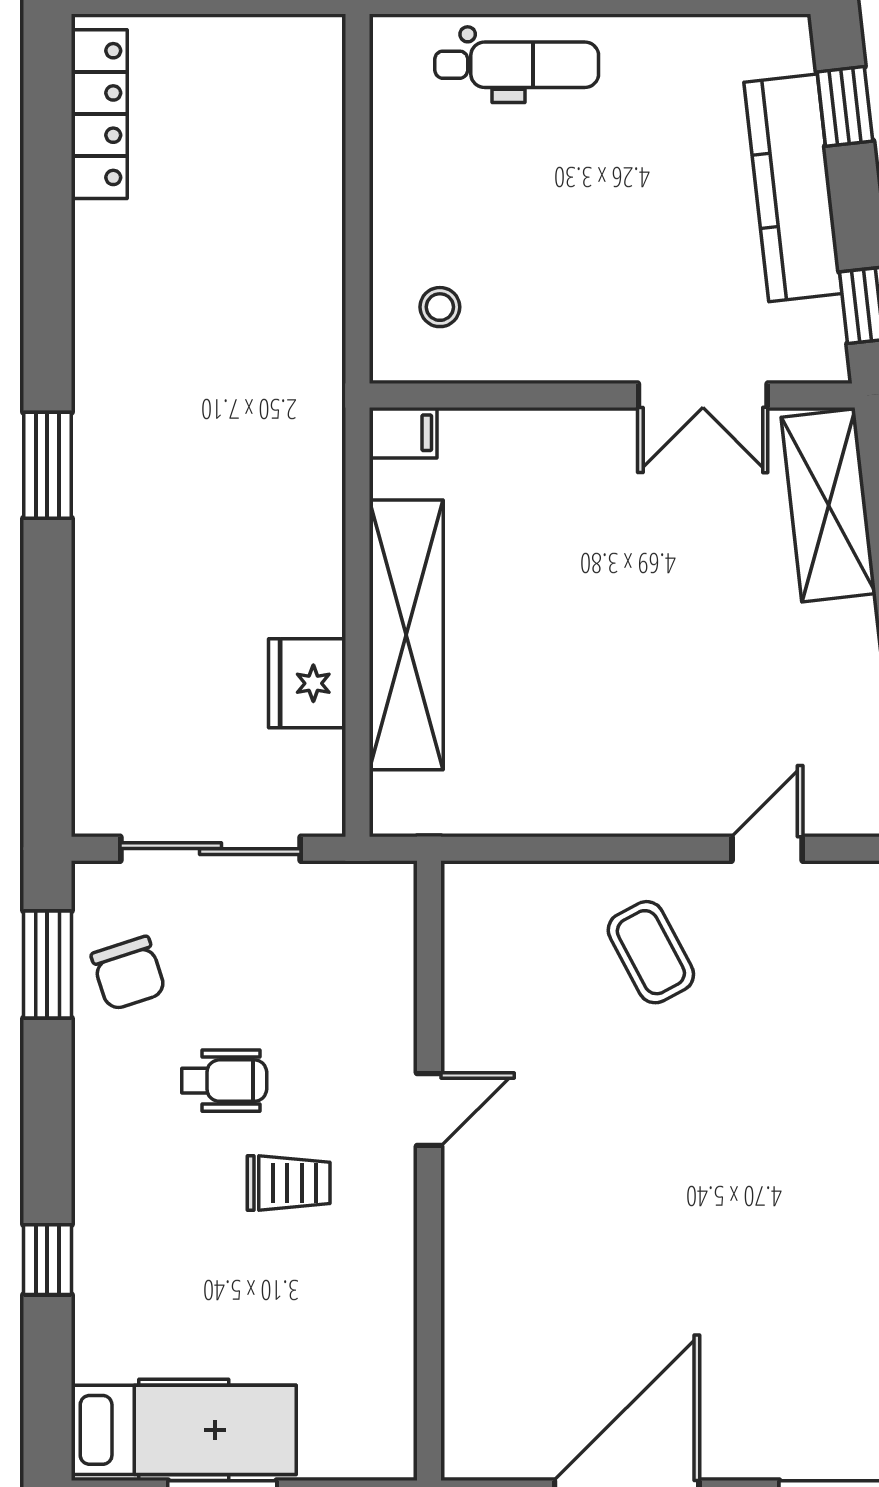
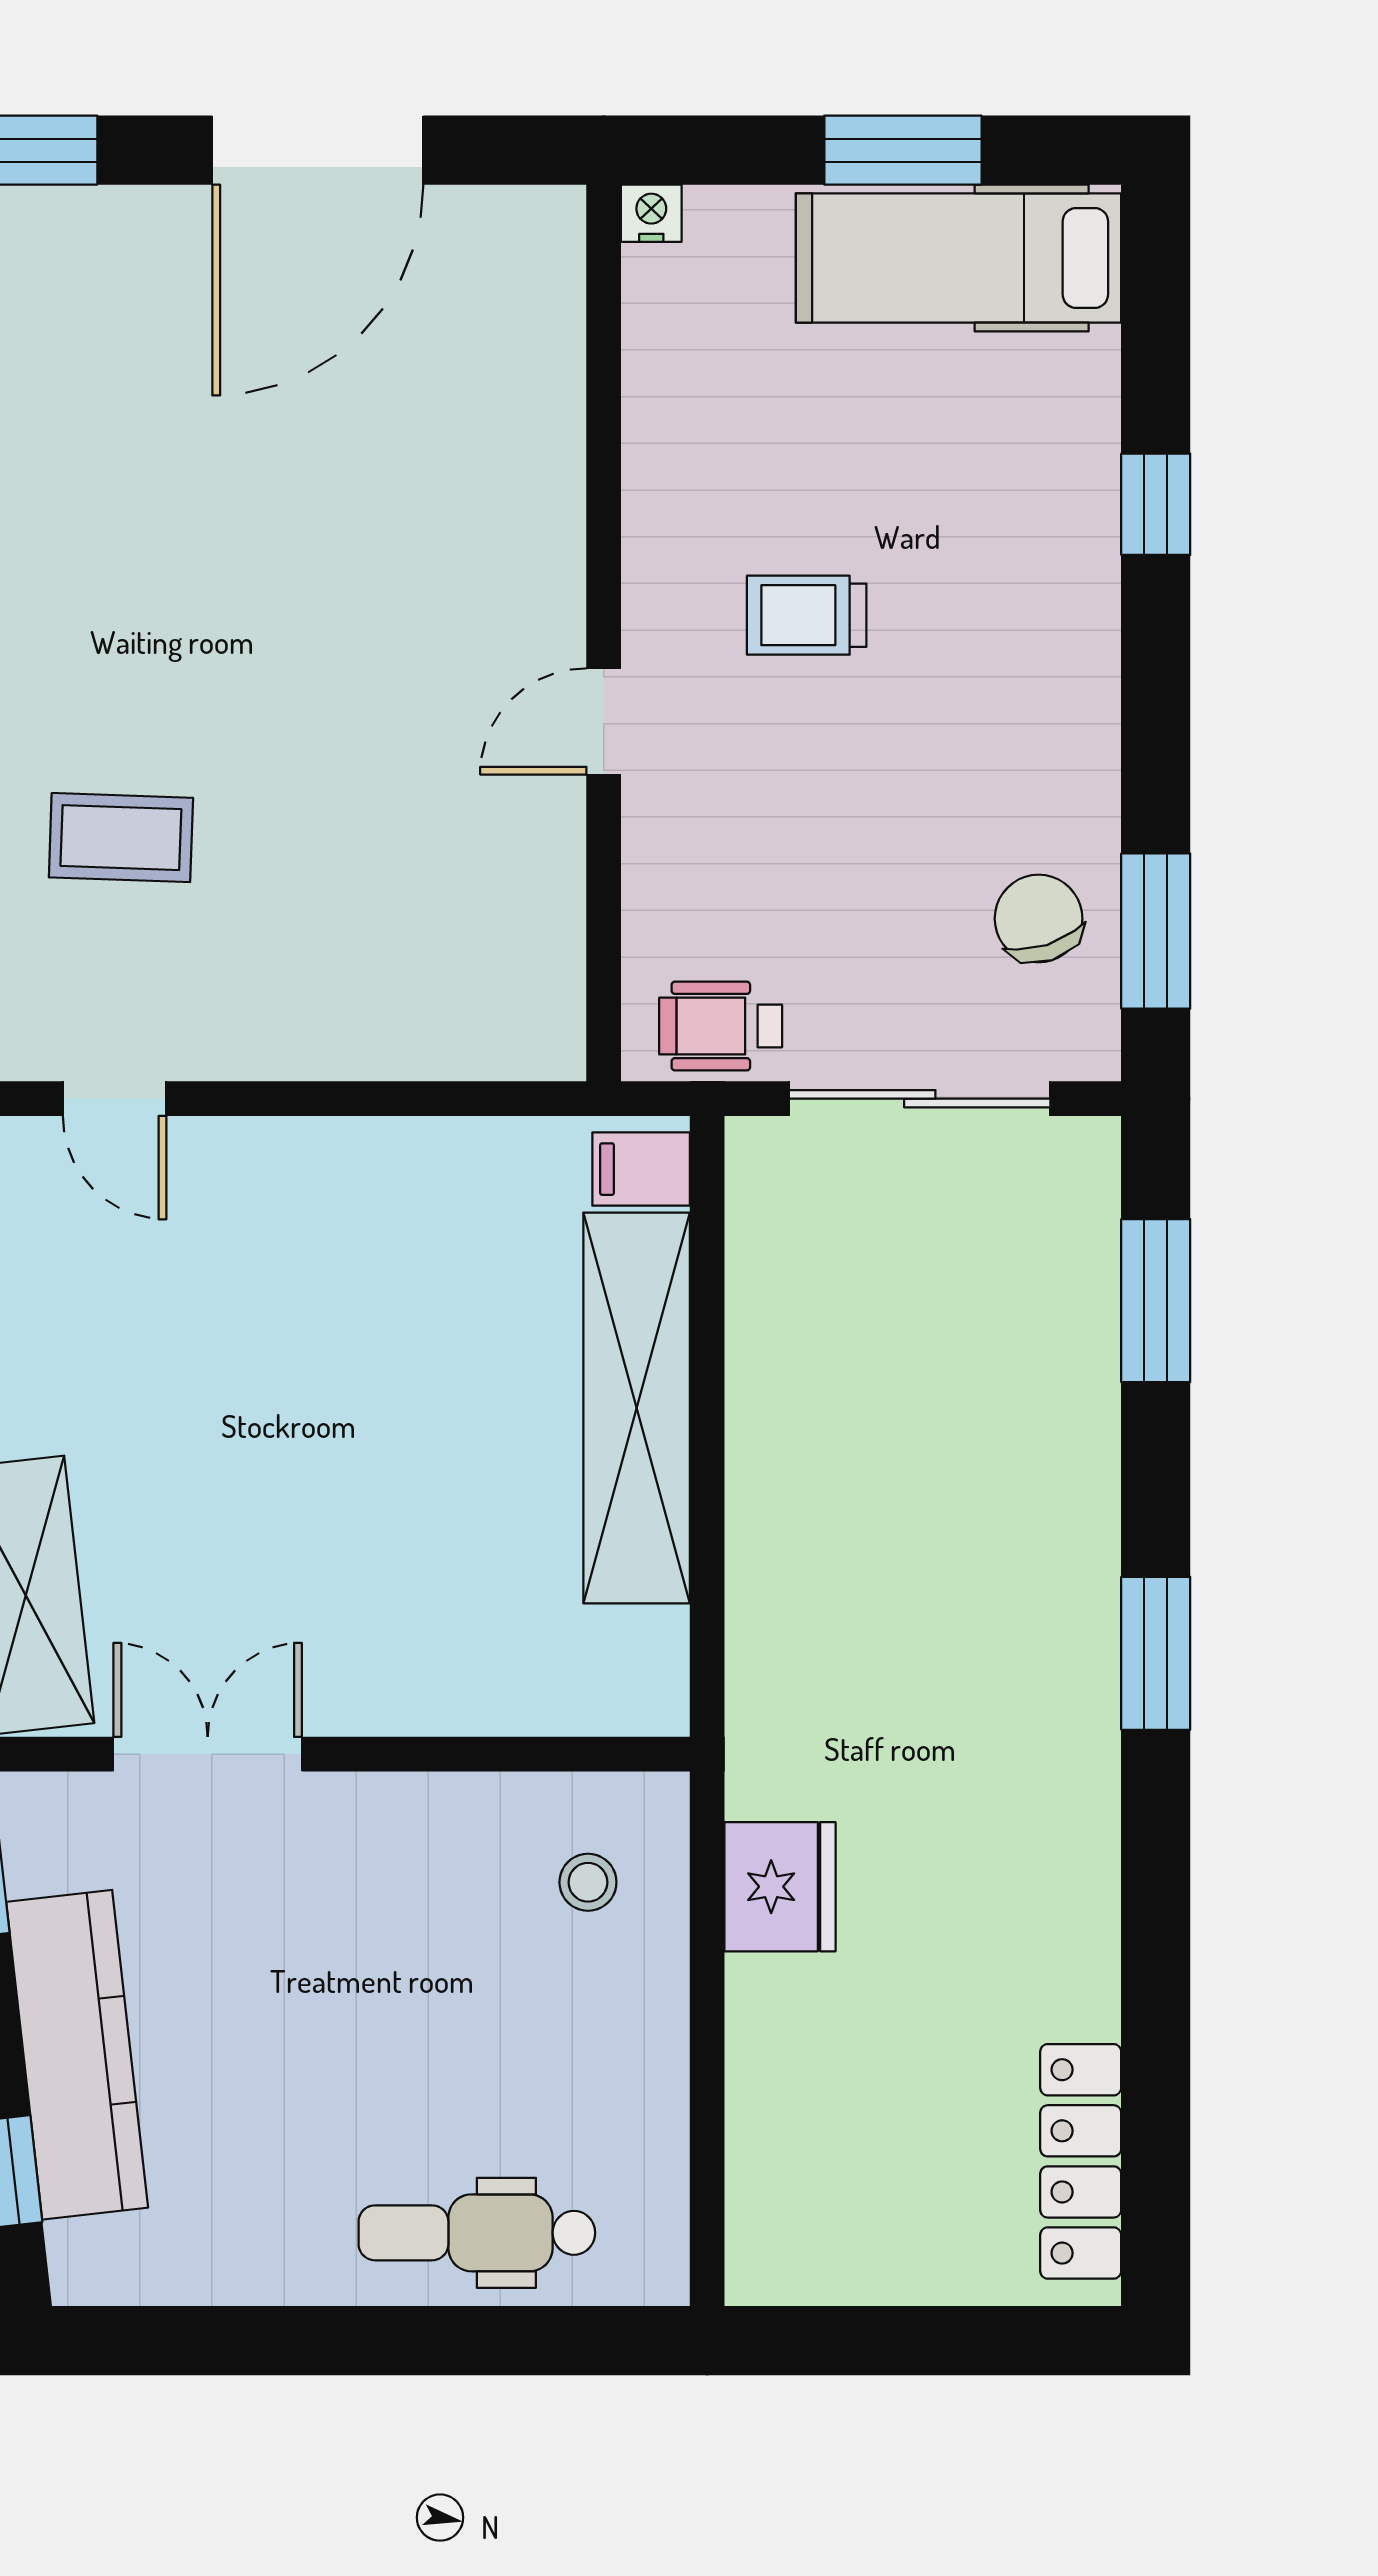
filing cabinet: (403, 433) -> (641, 1169), moved
fridge: (307, 683) -> (780, 1887), moved
window: (47, 709) -> (1156, 1301), added
door: (767, 849) -> (115, 1099), hinge flipped
coffee table: (651, 952) -> (121, 838), moved, turned -60
wheelchair: (224, 1081) -> (721, 1026), moved
nightstand: (396, 1461) -> (651, 213), added

